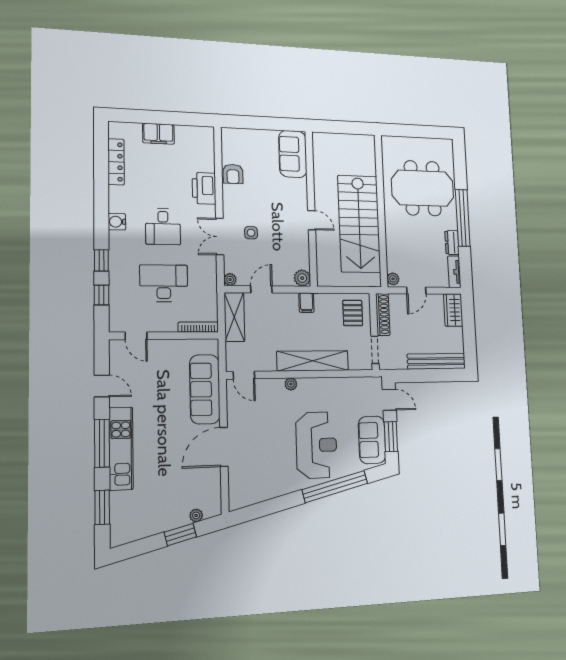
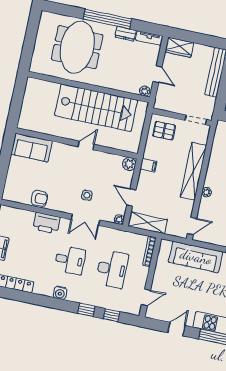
desk: (164, 283) -> (112, 269), turned 180
shoe rack: (383, 314) -> (170, 107), removed

